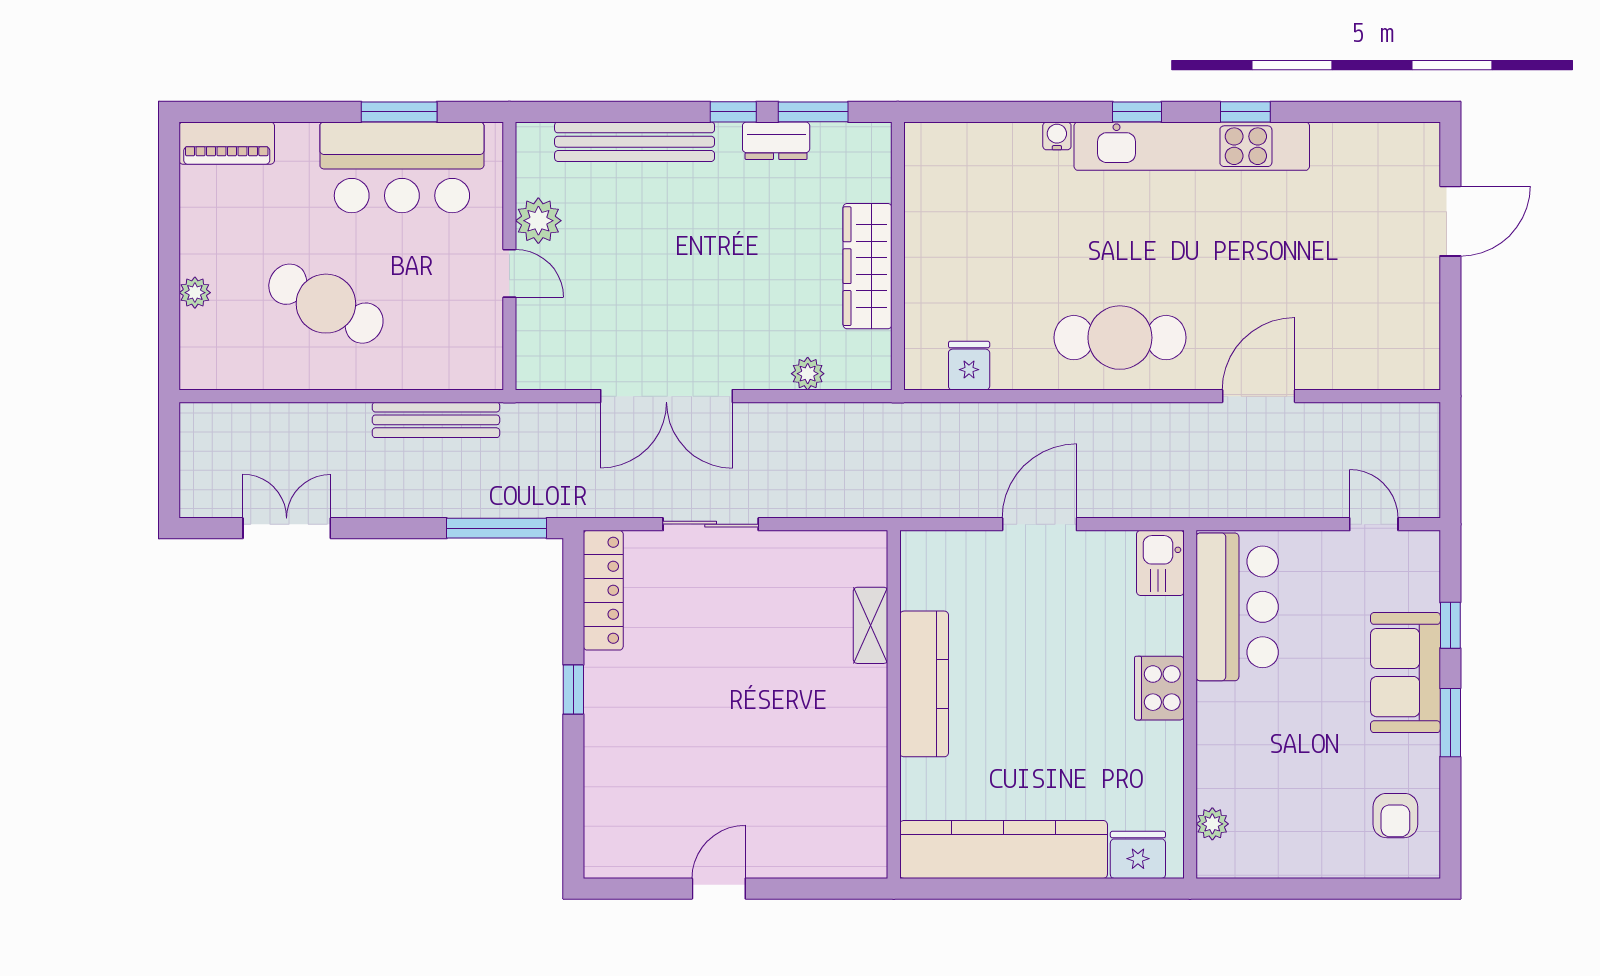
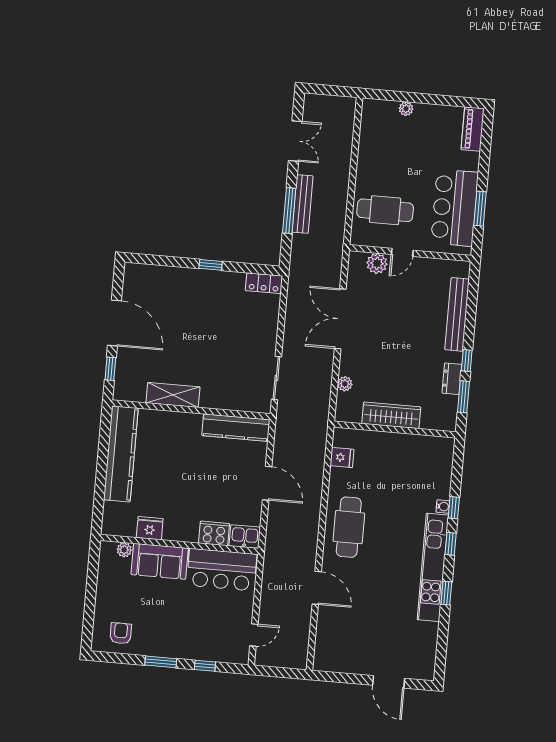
window: (1057, 112) -> (454, 508), added
plant: (538, 221) -> (377, 263), moved
cafe table: (326, 304) -> (385, 210), moved, turned 63
bench: (436, 420) -> (303, 204), moved
sliding door: (711, 524) -> (276, 378), moved
window: (497, 528) -> (289, 211), moved
locker: (603, 590) -> (264, 283), width x0.66
shelving: (871, 625) -> (173, 395), moved, width x1.50, depth x1.33
sofa: (1405, 673) -> (160, 561), moved, turned 180
kitchen counter: (924, 684) -> (236, 428), moved
cooker: (1159, 688) -> (214, 533), moved
armchair: (1395, 816) -> (121, 633), turned 90
fridge: (1138, 855) -> (150, 528), moved, turned -90
door: (719, 889) -> (114, 323), width x1.87
window: (820, 889) -> (110, 369), added

